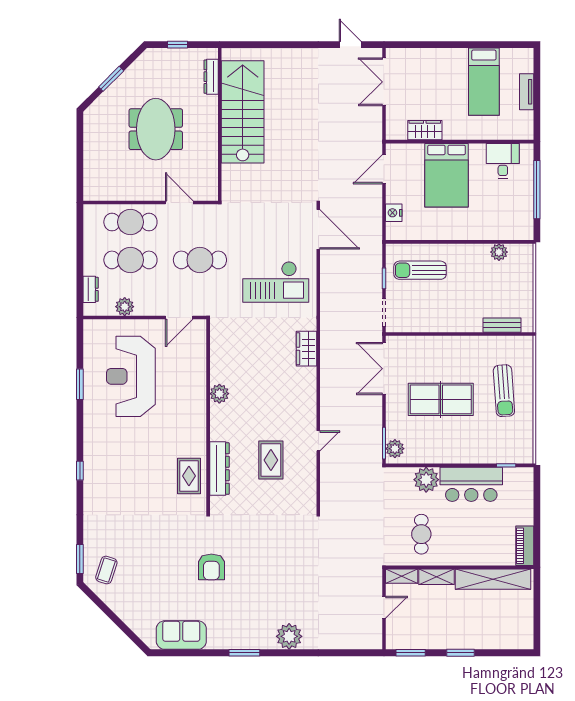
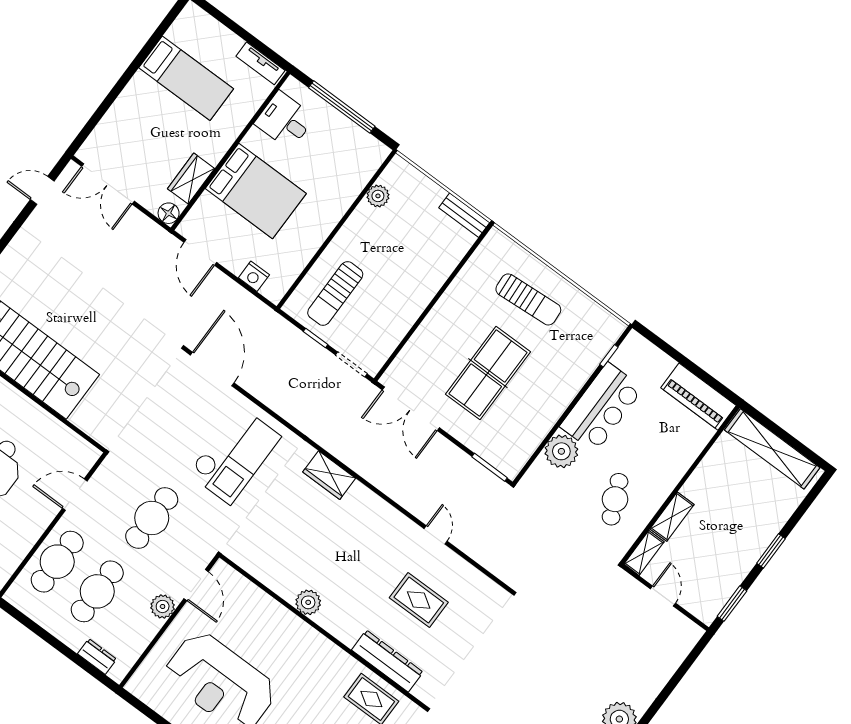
tv unit: (527, 92) -> (260, 63), moved
floor lamp: (394, 132) -> (169, 213), added
door: (318, 229) -> (212, 369), hinge flipped
plant: (125, 307) -> (163, 606), moved
bench: (502, 325) -> (464, 215), moved, turned 90
plant: (395, 449) -> (504, 460), removed
cafe table: (421, 534) -> (615, 499), turned 66
piano: (525, 546) -> (698, 397), width x1.37, depth x1.33
shelving: (493, 579) -> (772, 449), moved, turned 90

